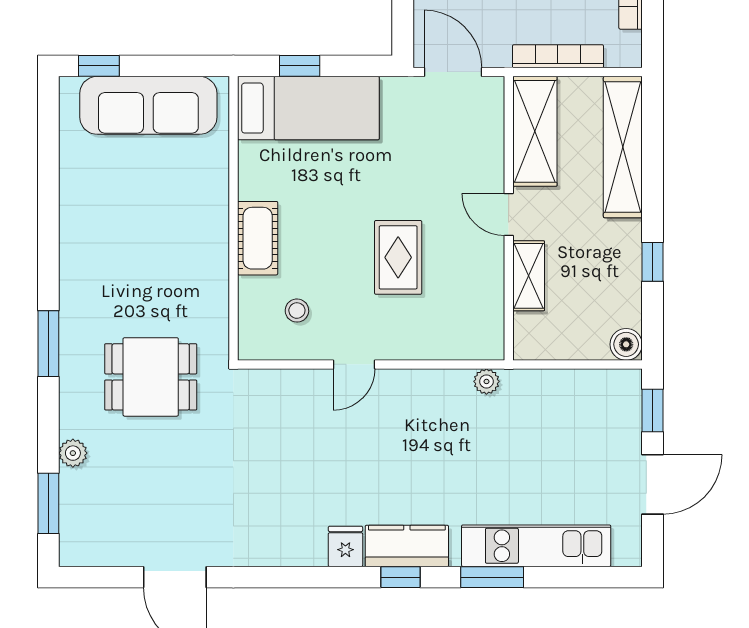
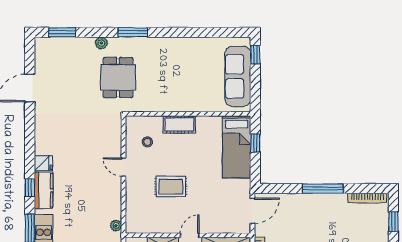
plant: (73, 453) -> (101, 43), moved

